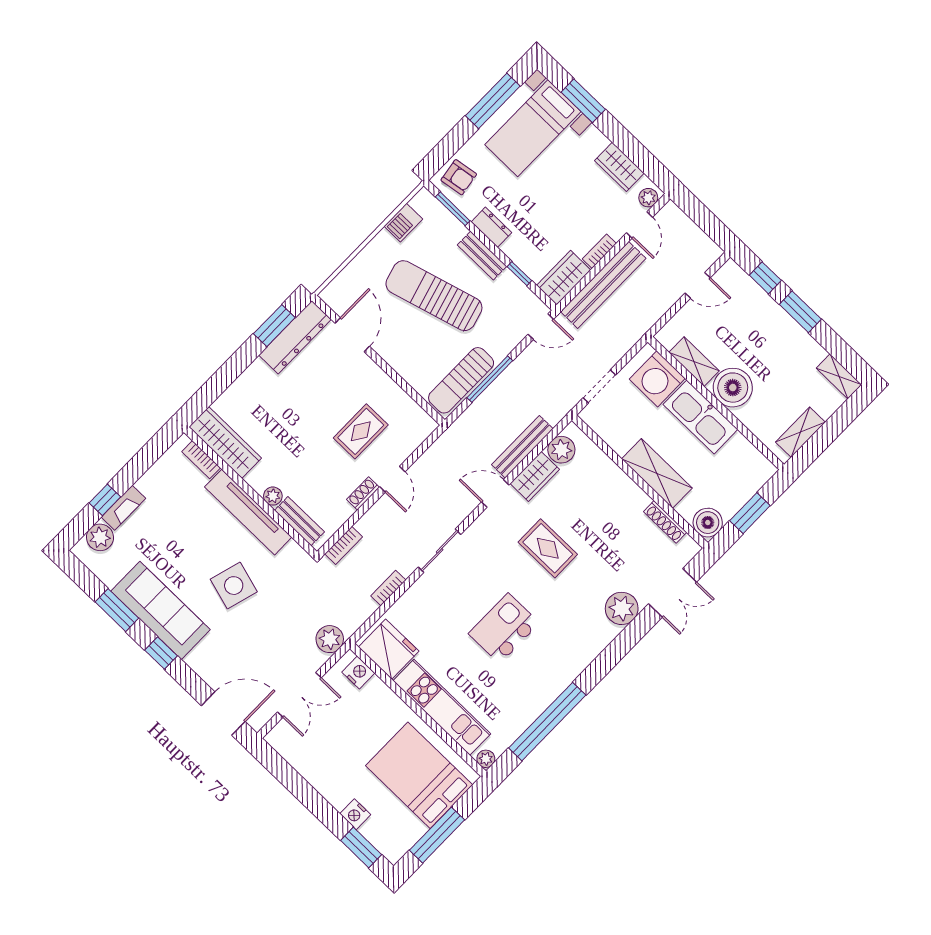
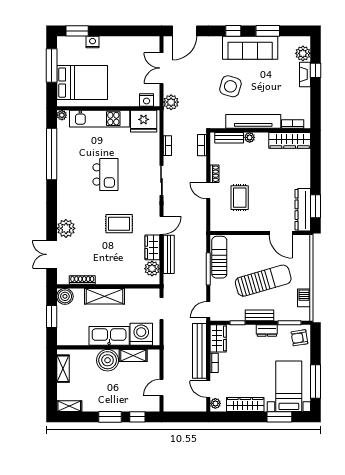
wardrobe: (619, 167) -> (245, 405), width x1.50

